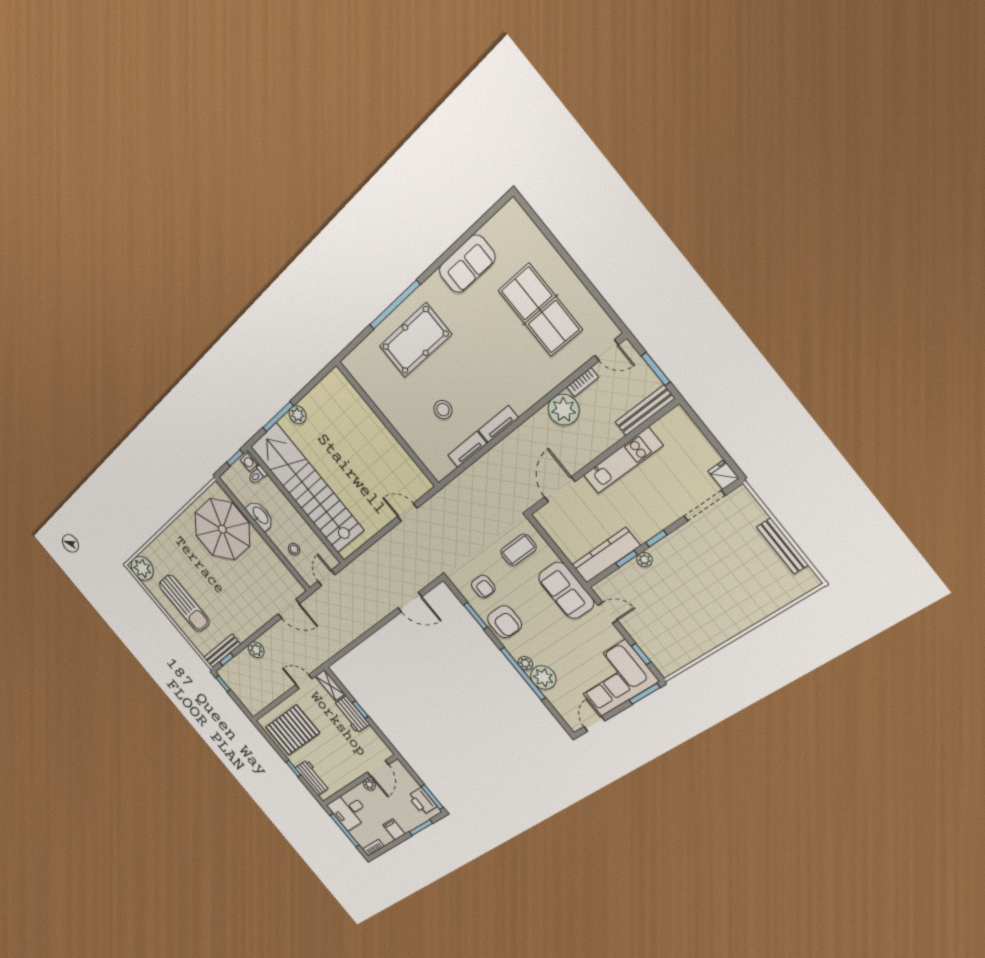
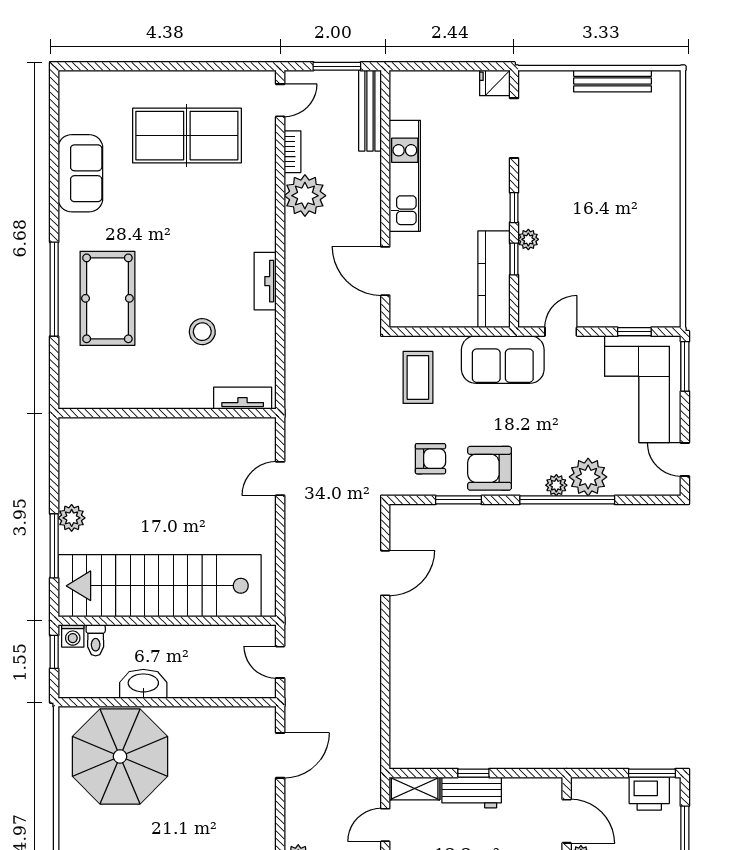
tv unit: (467, 449) -> (243, 398), moved, turned 90
stool: (294, 549) -> (215, 675), removed
armchair: (505, 622) -> (490, 468), turned 180

